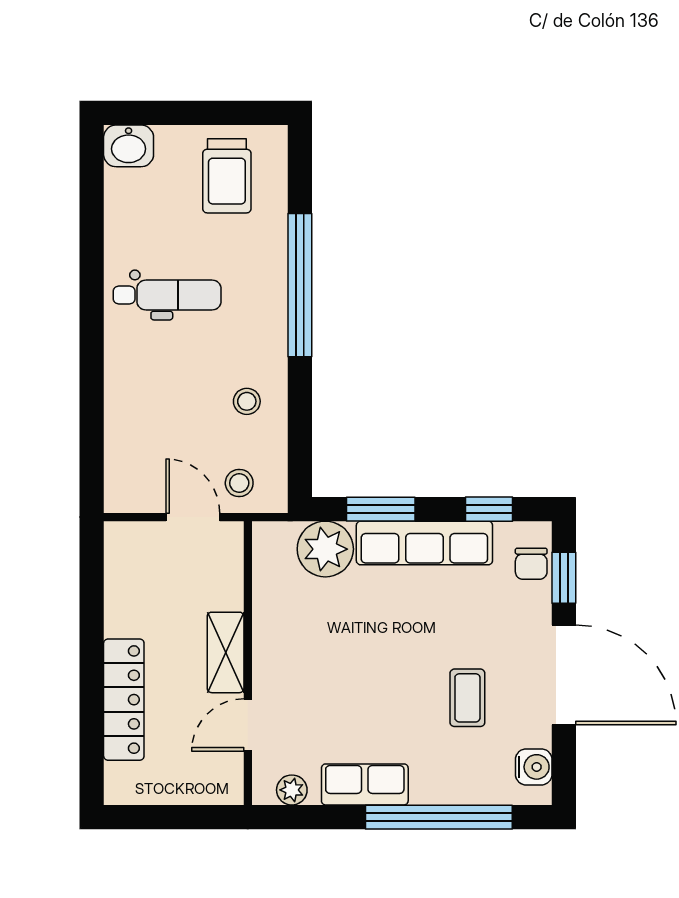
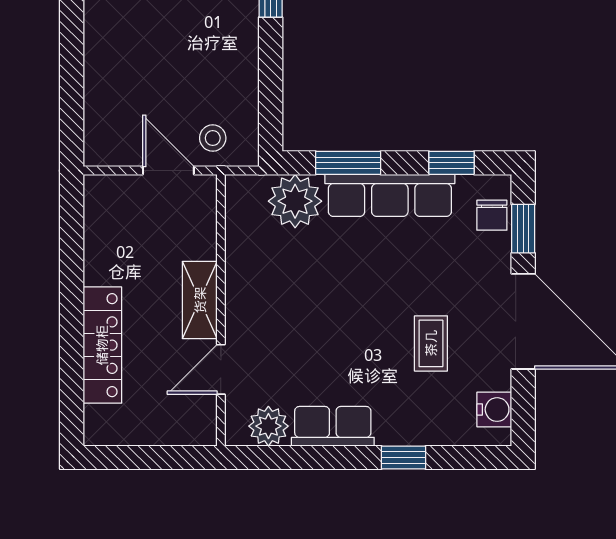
stool: (247, 401) -> (220, 60), removed
plant: (292, 790) -> (268, 426), width x1.38, depth x1.38
window: (439, 817) -> (404, 458), width x0.32

